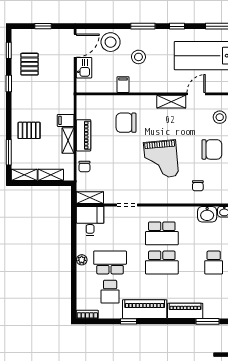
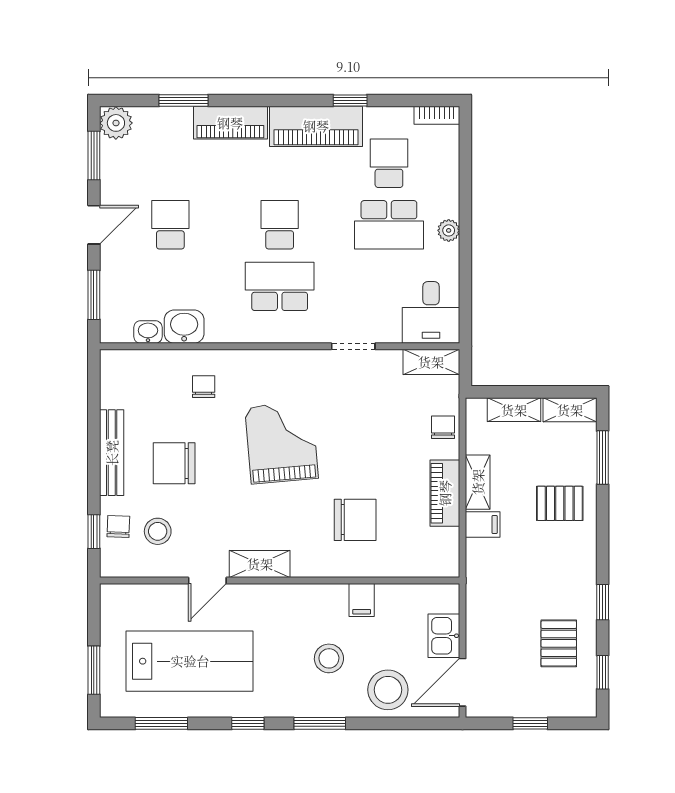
school desk: (162, 262) -> (280, 225), width x0.54

